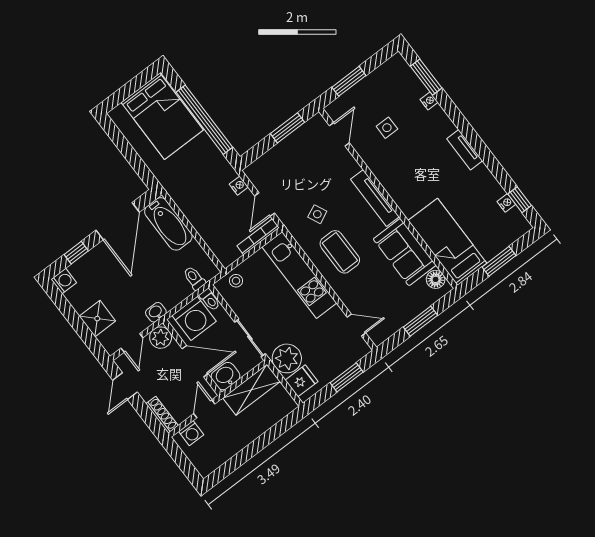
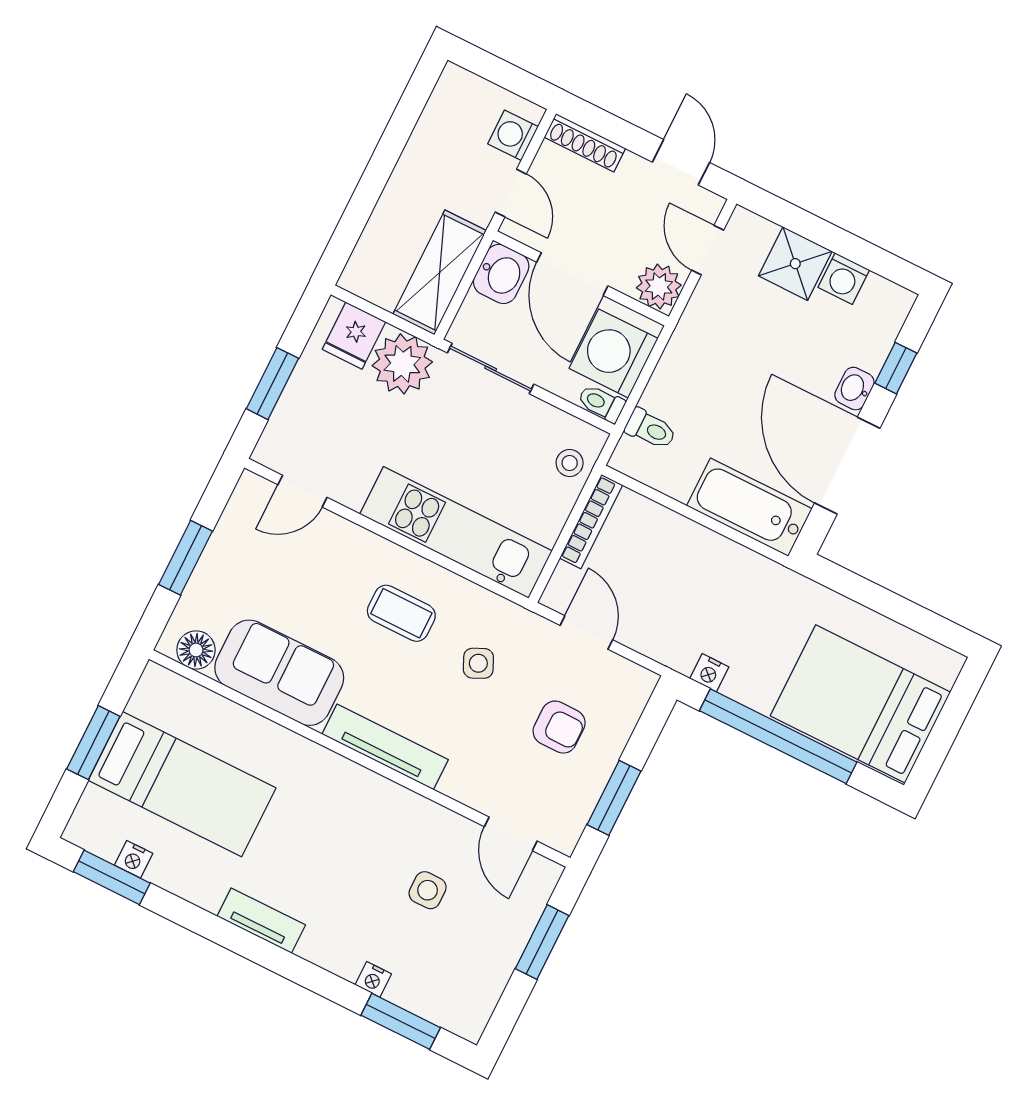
armchair: (296, 170) -> (559, 727), added
nightstand: (239, 186) -> (709, 673), moved
window: (520, 200) -> (112, 877), width x1.50
bookcase: (258, 237) -> (591, 522), moved
bed: (447, 242) -> (182, 784), moved
coffee table: (340, 252) -> (401, 613), width x0.73, depth x0.77
washing machine: (64, 281) -> (844, 279), moved
washbasin: (156, 312) -> (854, 389), moved, turned 180
door: (195, 361) -> (572, 274), hinge flipped

